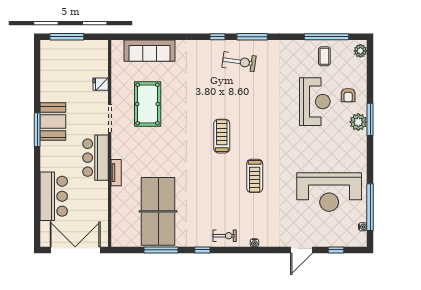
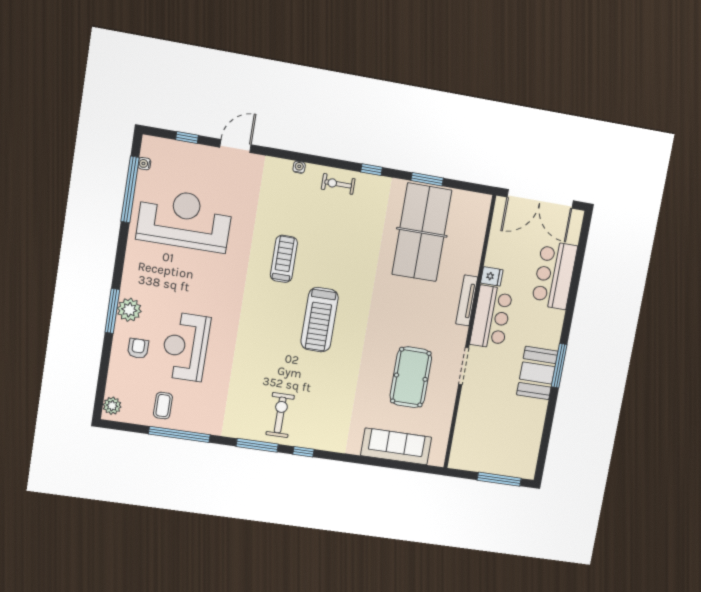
window: (326, 37) -> (179, 434), moved
exercise bike: (239, 62) -> (280, 415), turned 82
fridge: (101, 84) -> (492, 276), moved
treadmill: (222, 136) -> (320, 320), width x1.37, depth x1.38
tv unit: (116, 173) -> (467, 300), width x1.41
window: (161, 250) -> (427, 179), width x0.69

